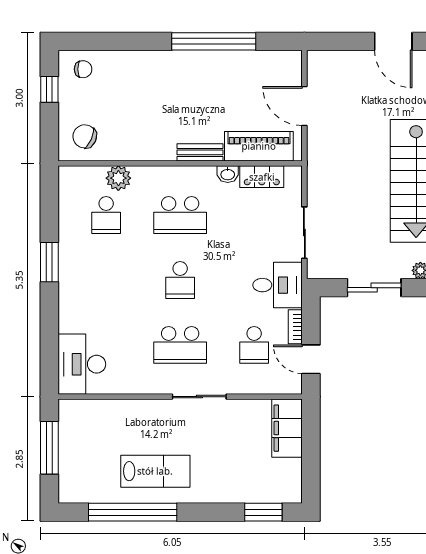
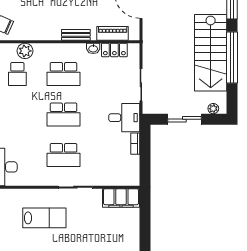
piano: (259, 146) -> (113, 33), width x0.73, depth x0.75
school desk: (180, 280) -> (63, 114), width x1.85
school desk: (254, 345) -> (110, 155), removed
door: (311, 359) -> (145, 164), removed
filing cabinet: (287, 428) -> (121, 198), moved, turned -90
lab bench: (155, 471) -> (44, 218), moved

